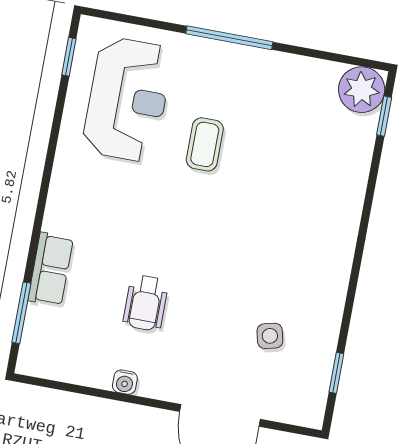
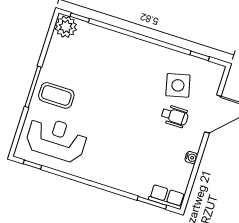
coffee table: (205, 144) -> (56, 95), moved, width x1.36, depth x1.30
row of seats: (51, 269) -> (167, 197), moved
wheelchair: (146, 303) -> (175, 116), moved
side table: (270, 336) -> (178, 85), width x1.87, depth x1.87

